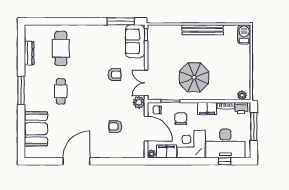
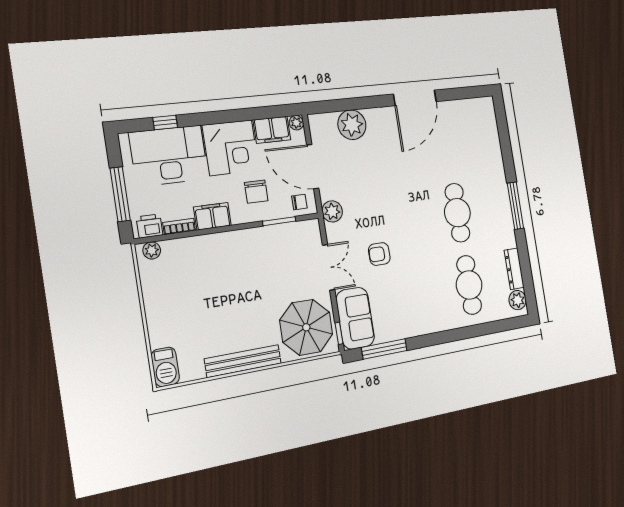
plant: (30, 34) -> (518, 300), added
parasol: (194, 77) -> (306, 327), moved
double door: (146, 83) -> (329, 267), moved
cafe table: (61, 91) -> (457, 213), width x1.37, depth x1.35
armchair: (115, 127) -> (364, 164), removed
booth: (36, 129) -> (484, 145), removed
plant: (119, 150) -> (352, 125), added

